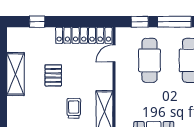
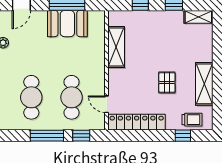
door: (114, 53) -> (107, 104), swing flipped
trolley: (74, 108) -> (192, 120), moved, turned -90

